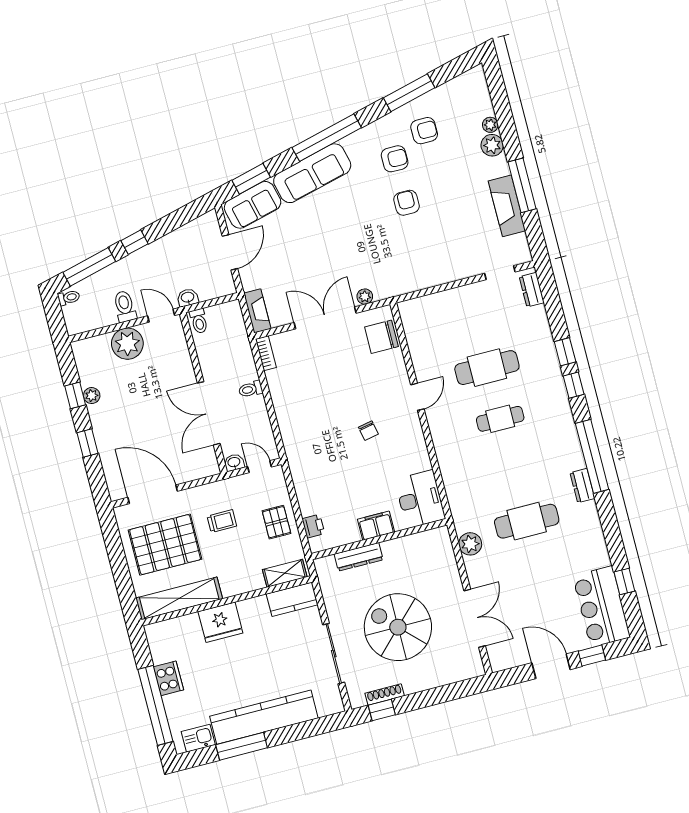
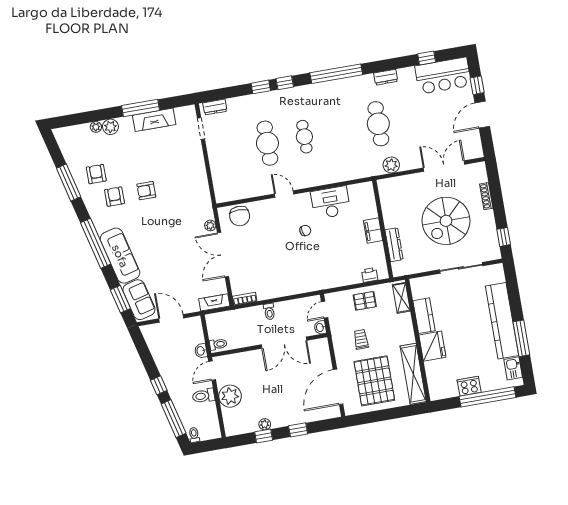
dresser: (582, 486) -> (386, 77), moved
desk: (420, 499) -> (331, 203), moved
kitchen counter: (292, 599) -> (424, 316), moved
shoe rack: (385, 695) -> (486, 196), moved

